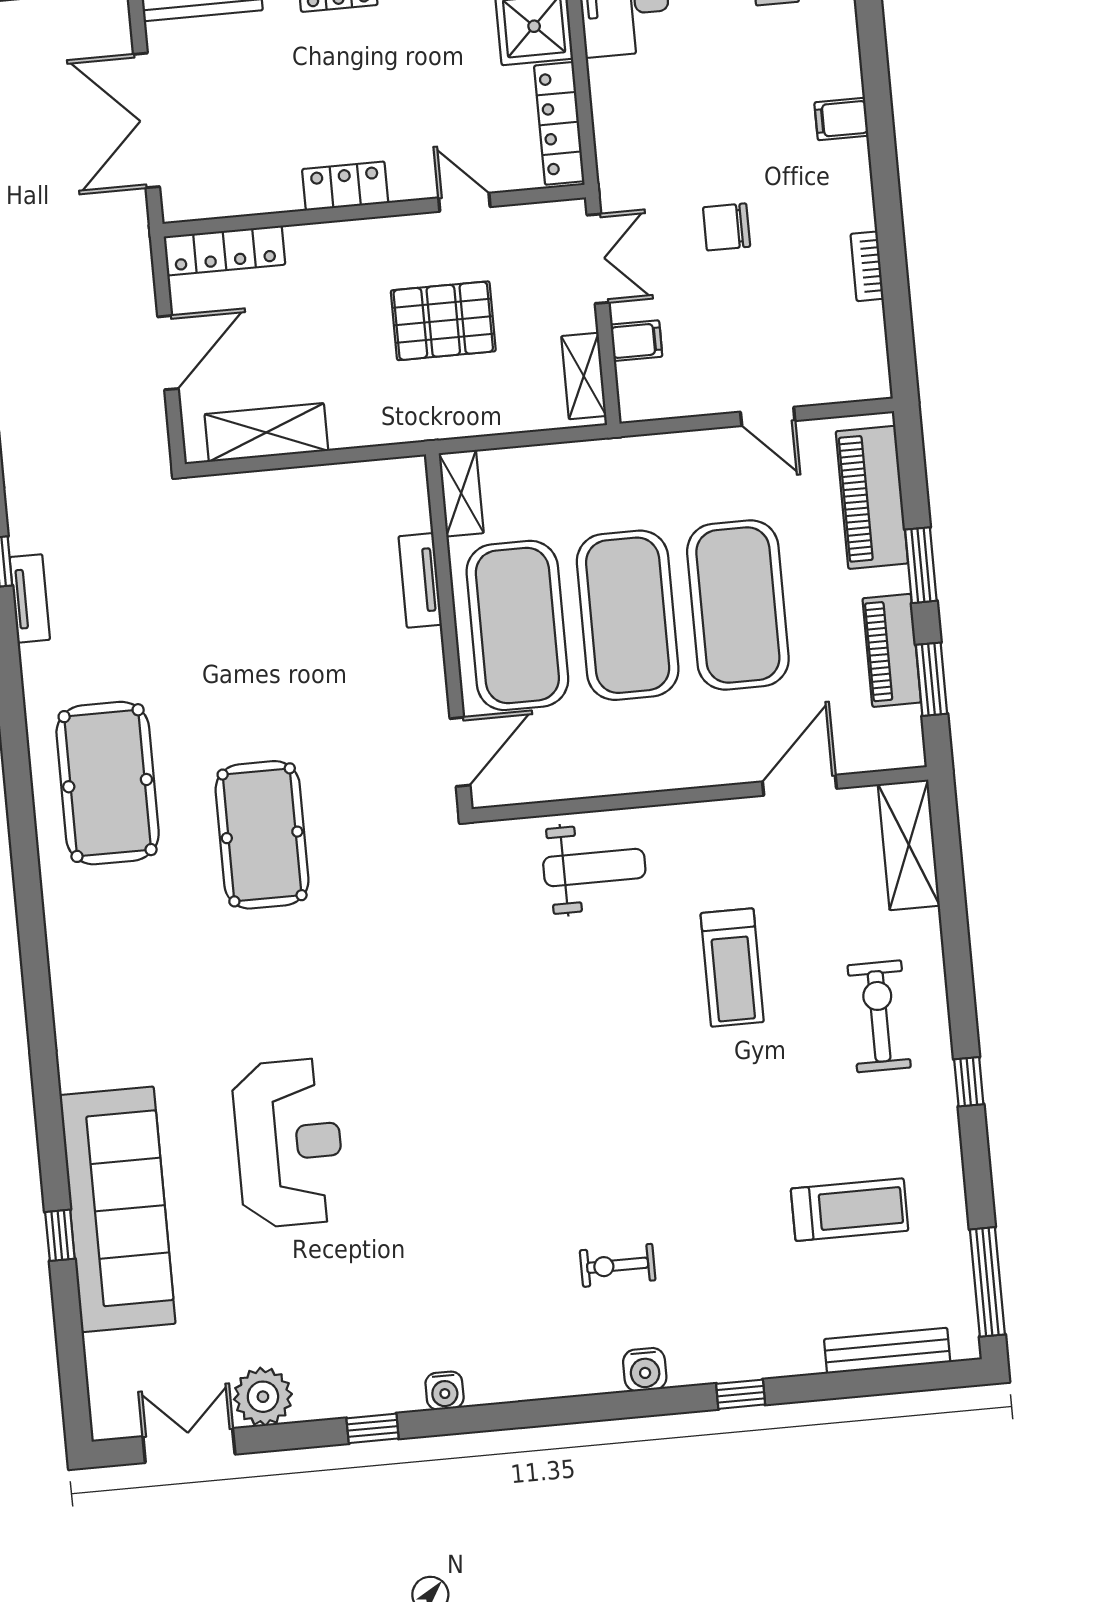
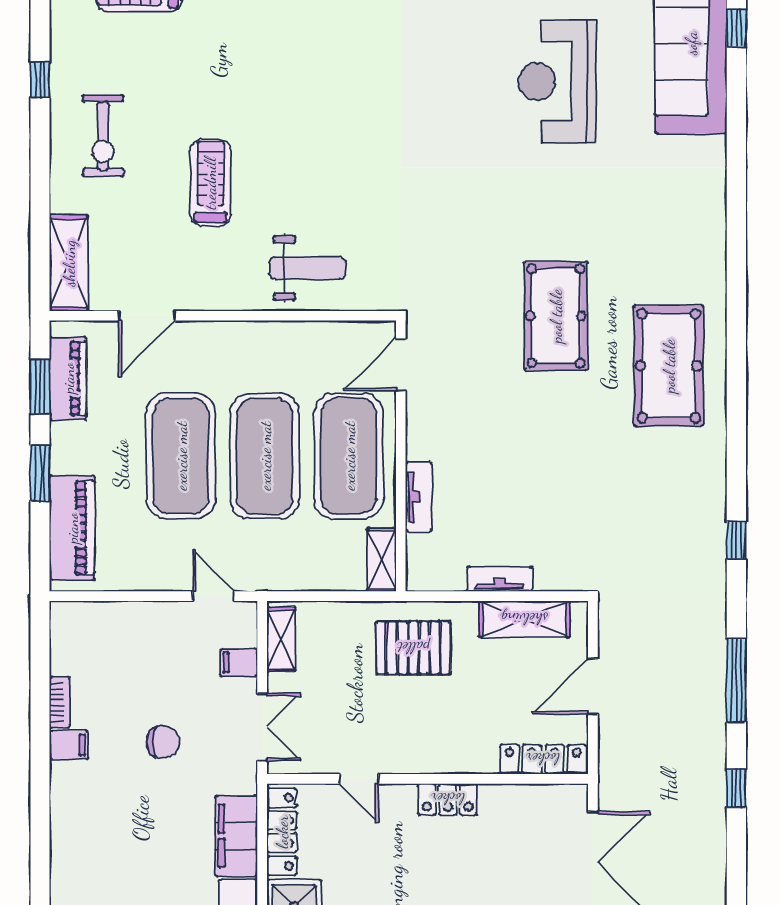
filing cabinet: (619, 112) -> (236, 836), added
filing cabinet: (841, 119) -> (69, 745), moved
double door: (598, 259) -> (262, 727), swing flipped
pallet: (443, 321) -> (413, 648), moved
door: (768, 416) -> (214, 596), moved
tv unit: (30, 598) -> (500, 579), moved, turned 90
piano: (892, 650) -> (68, 378), moved
weight bench: (594, 867) -> (307, 268), turned 180

